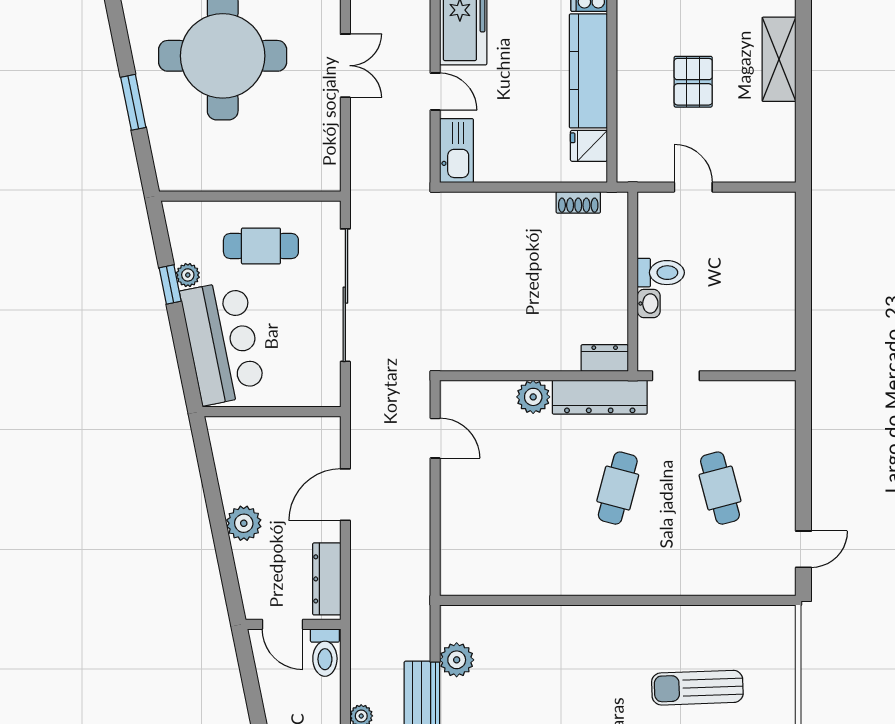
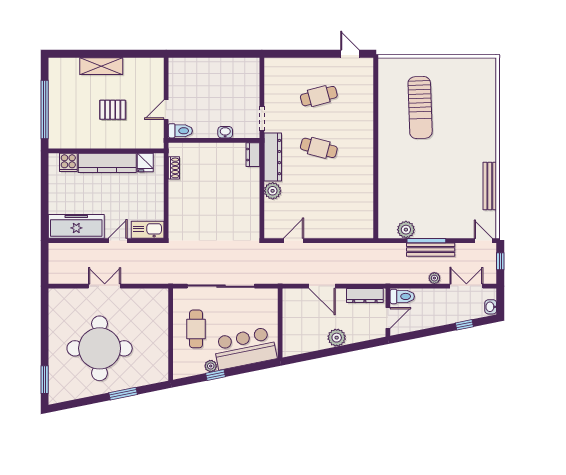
toilet: (661, 273) -> (180, 131), moved, turned 90
sun lounger: (697, 688) -> (420, 108), width x1.36, depth x1.34

